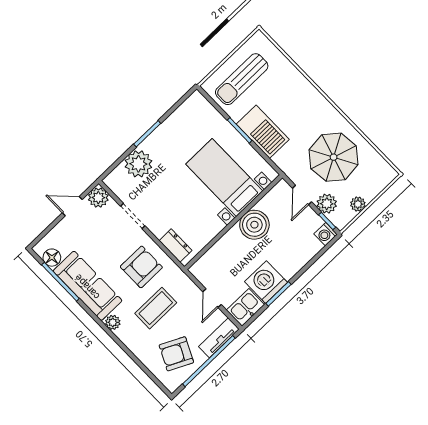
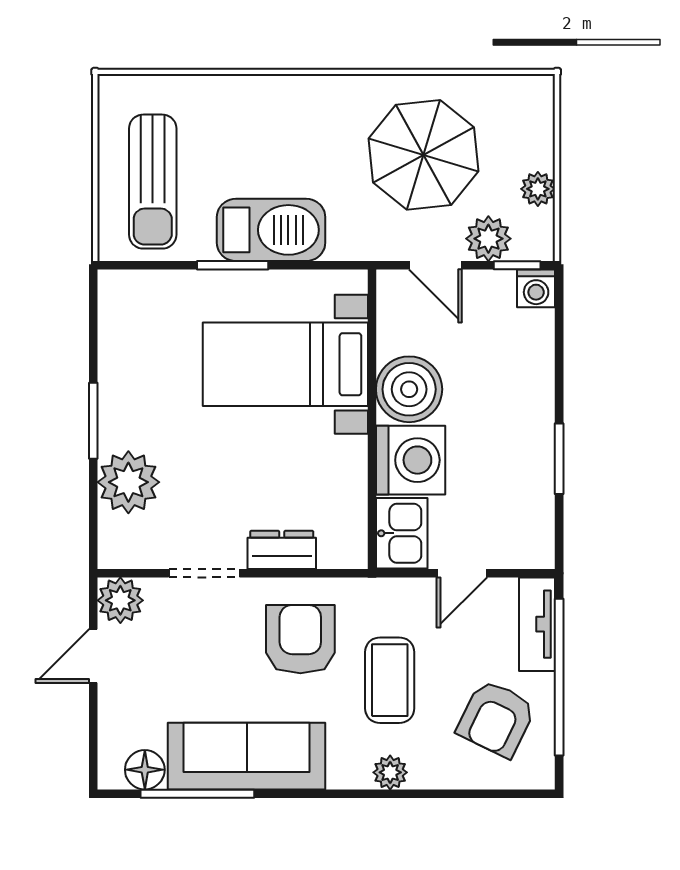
dresser: (176, 246) -> (282, 550), moved
washing machine: (266, 282) -> (411, 460), moved, turned 180
door: (212, 298) -> (462, 573), hinge flipped
kitchen sink: (245, 307) -> (402, 533), moved, turned 180
plant: (113, 322) -> (390, 772), moved

